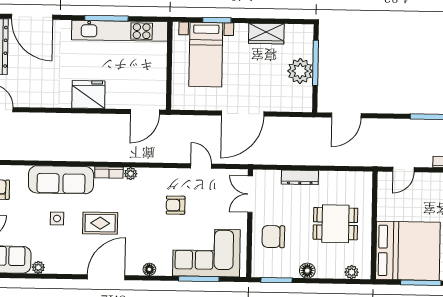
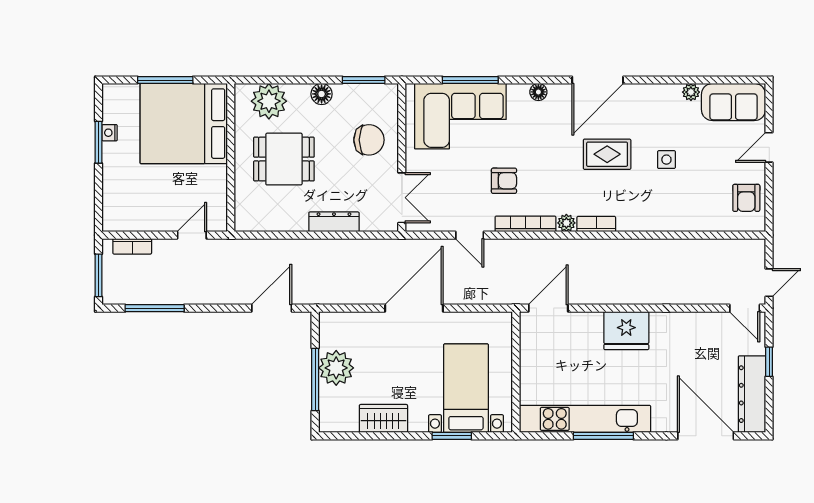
bookcase: (160, 173) -> (525, 224), added
sofa: (61, 180) -> (662, 213), removed
plant: (352, 272) -> (269, 101), width x1.87, depth x1.87

